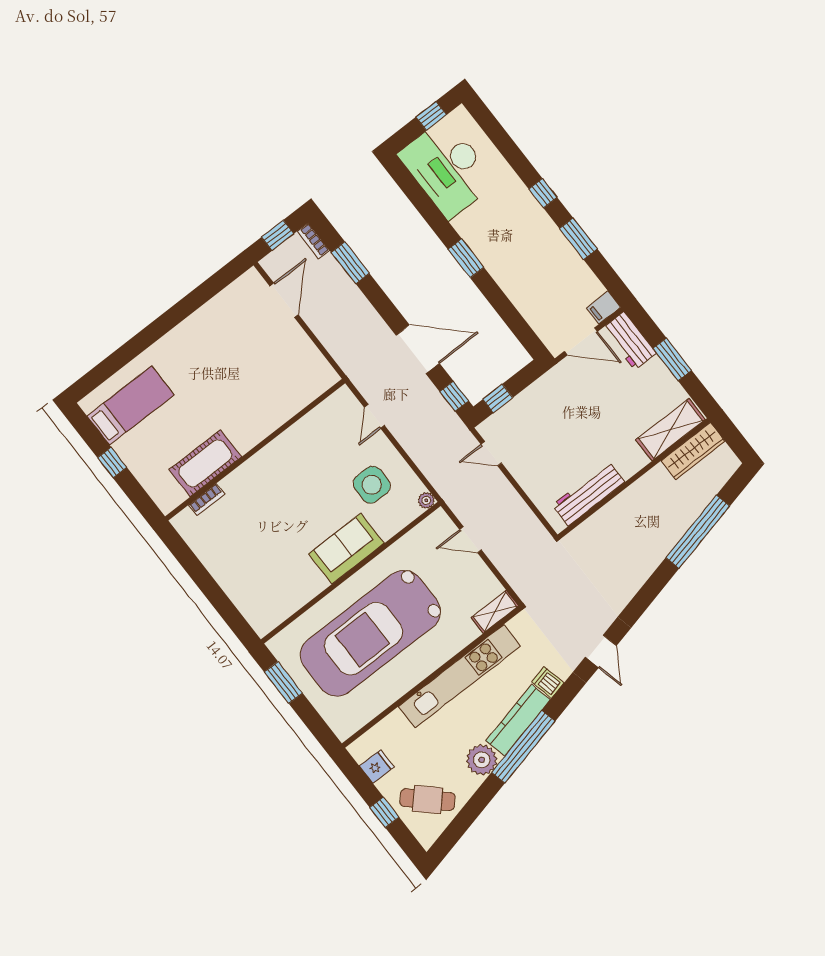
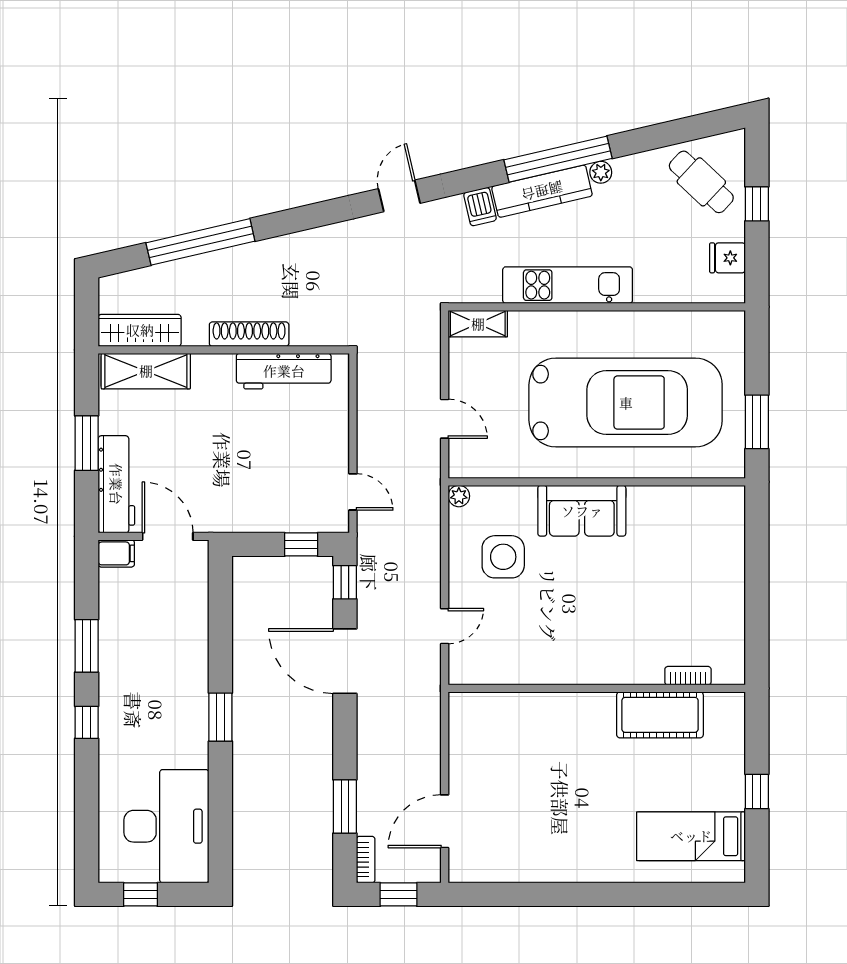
workbench: (629, 341) -> (116, 484), width x1.38
shoe rack: (626, 499) -> (249, 334), added
kitchen unit: (459, 676) -> (568, 285), width x0.73
plant: (482, 760) -> (601, 172), width x0.53, depth x0.53

